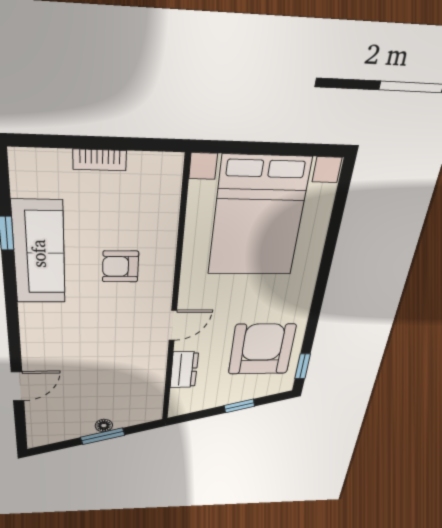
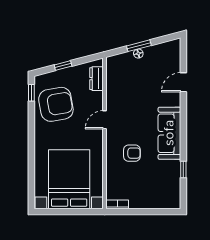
bookcase: (100, 160) -> (117, 204), moved
sofa: (39, 253) -> (169, 133), moved
armchair: (262, 349) -> (56, 104), turned -100
dresser: (184, 370) -> (96, 79), moved

